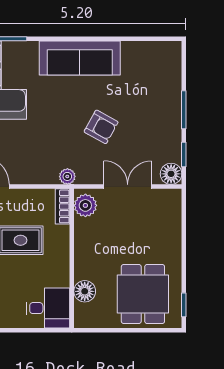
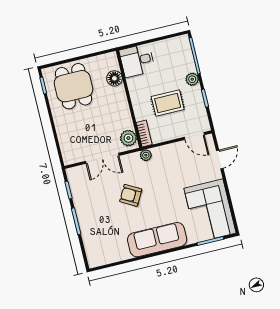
floor lamp: (171, 174) -> (74, 174), removed

